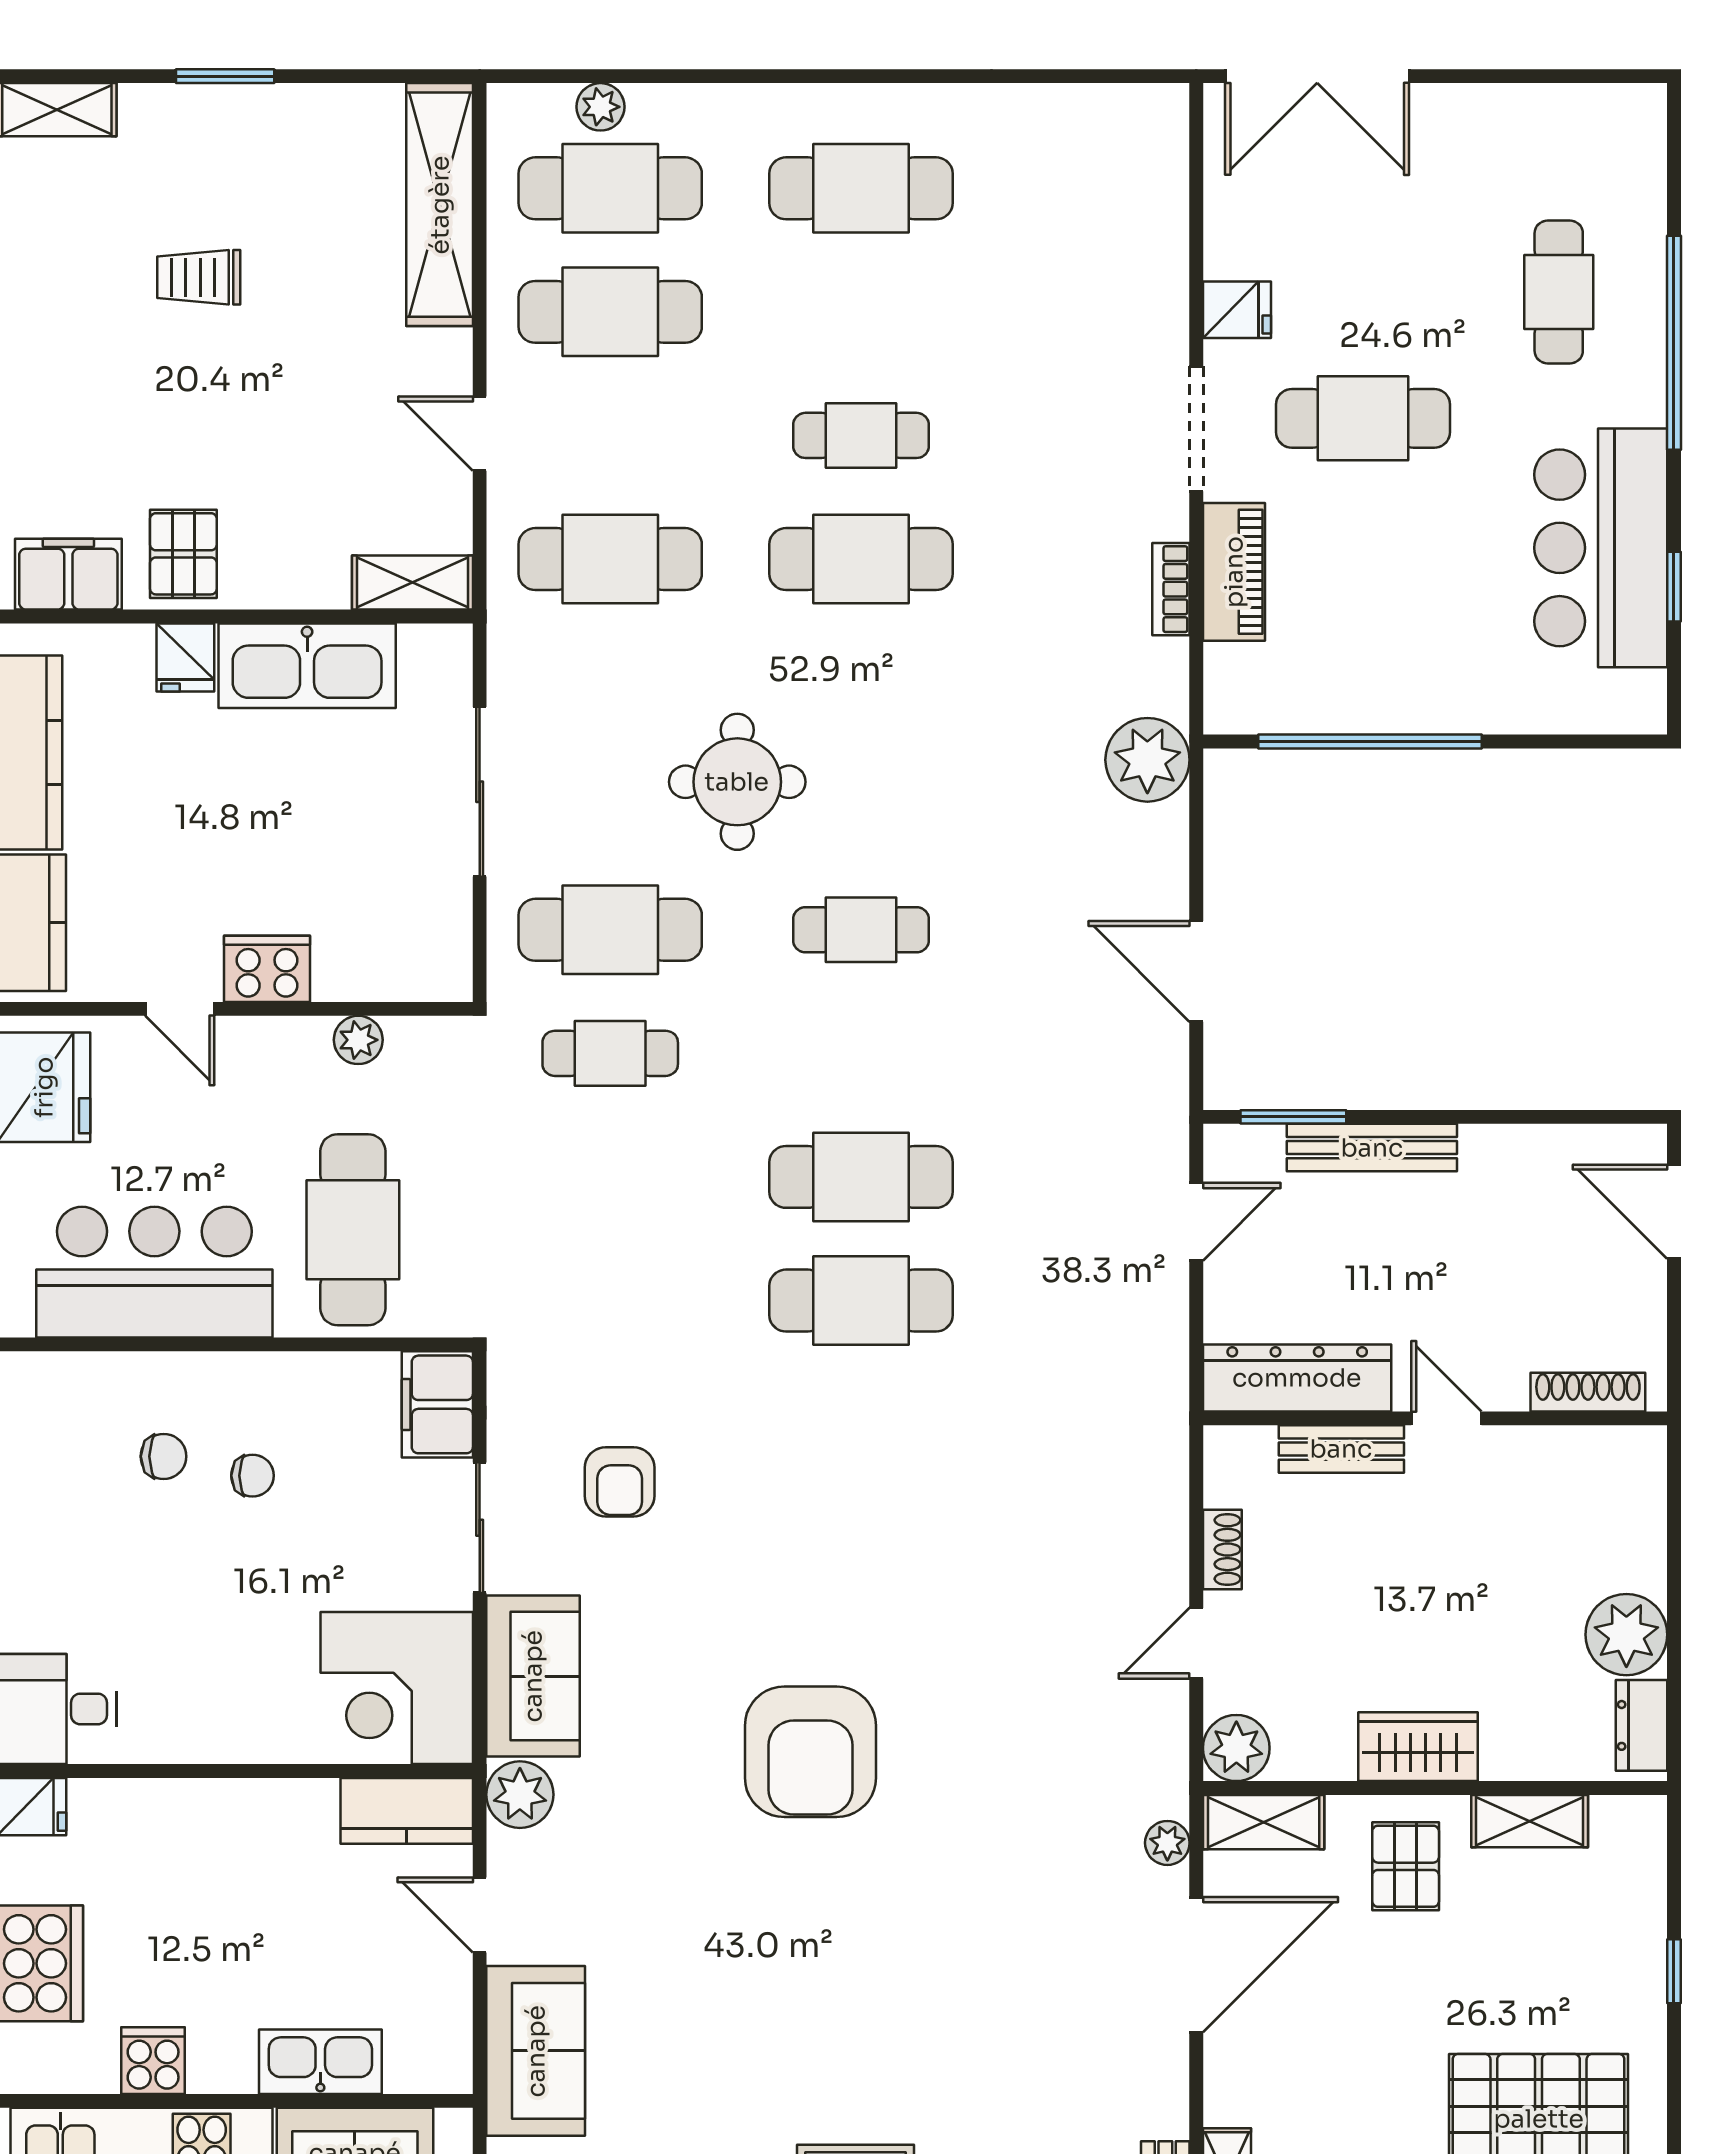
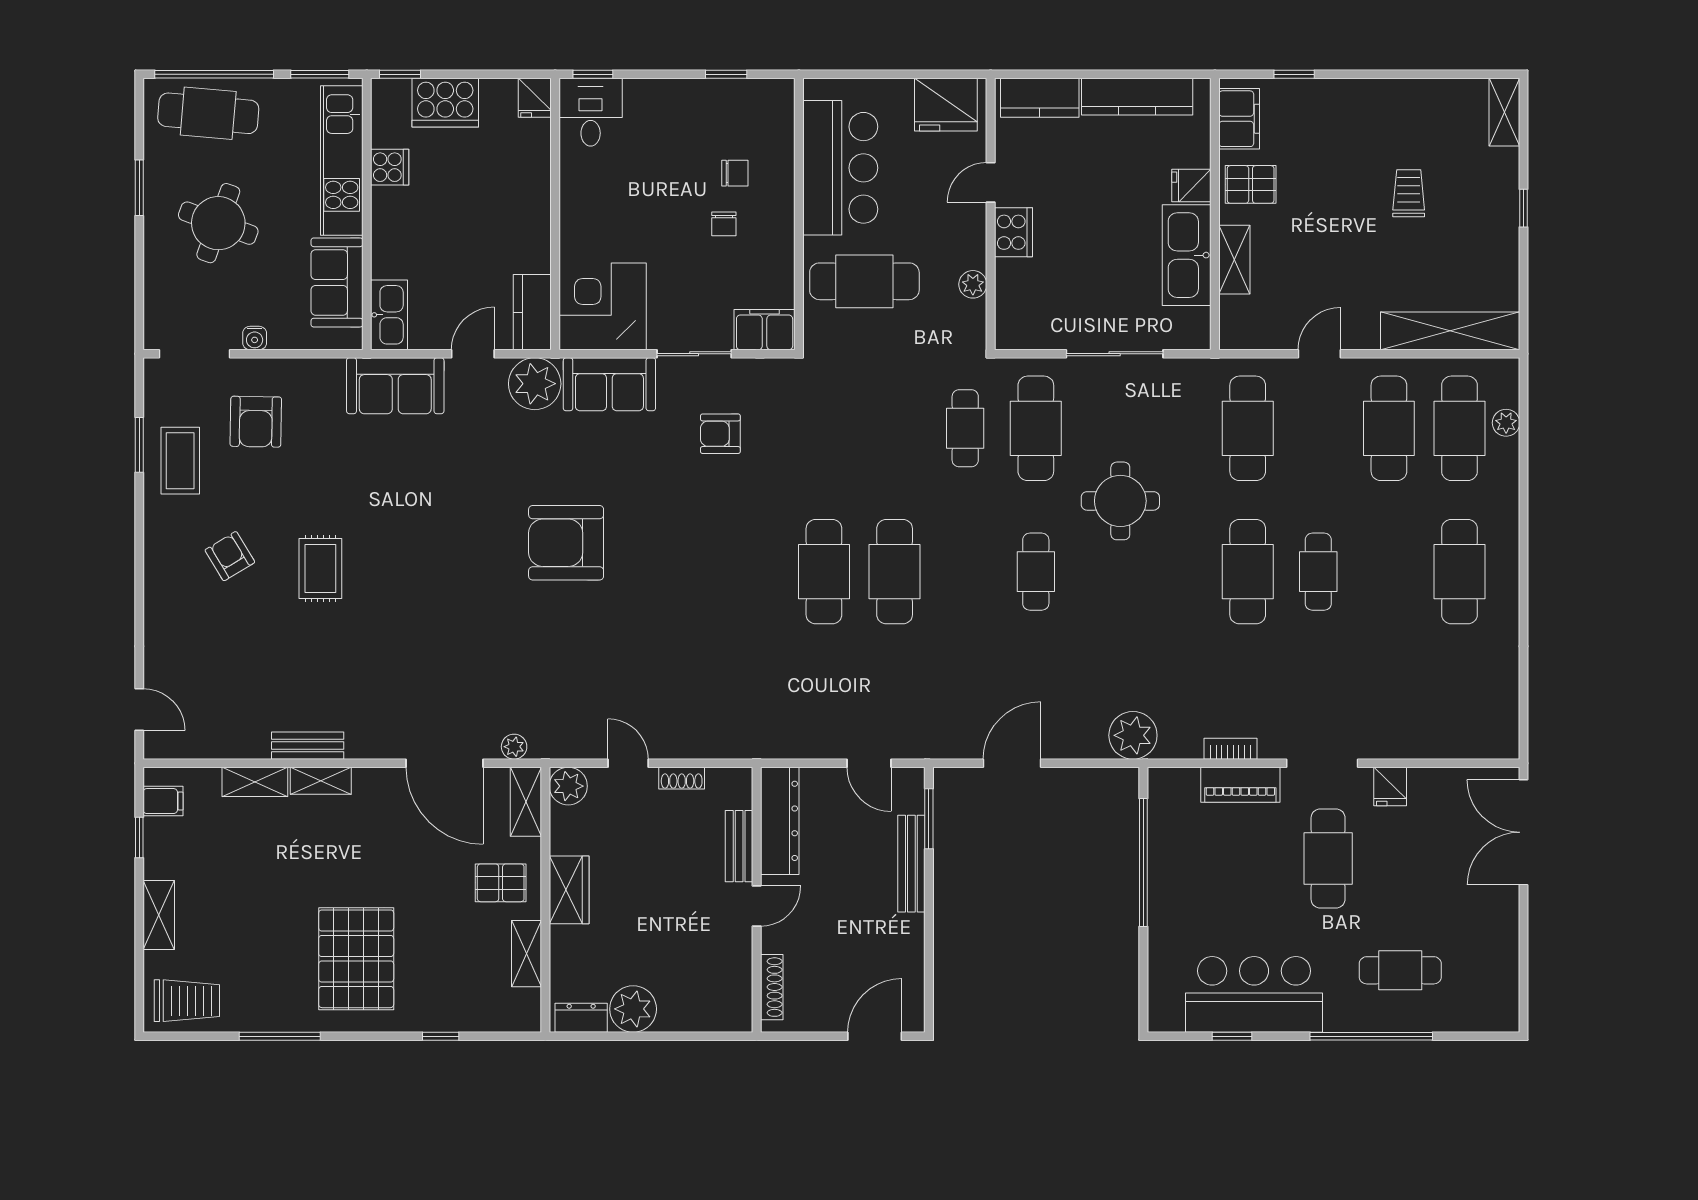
window: (225, 76) -> (1524, 208), width x0.67
shelving: (412, 582) -> (1234, 260), moved
chair: (164, 1456) -> (735, 173), turned -90
plant: (520, 1795) -> (535, 384), width x1.36, depth x1.36
kitchen sink: (320, 2062) -> (389, 315), moved

